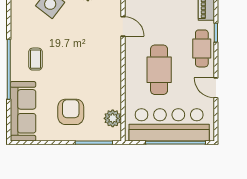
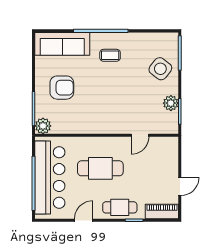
plant: (113, 118) -> (43, 126), moved

